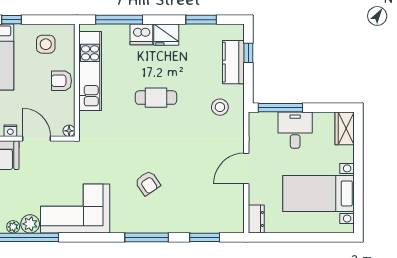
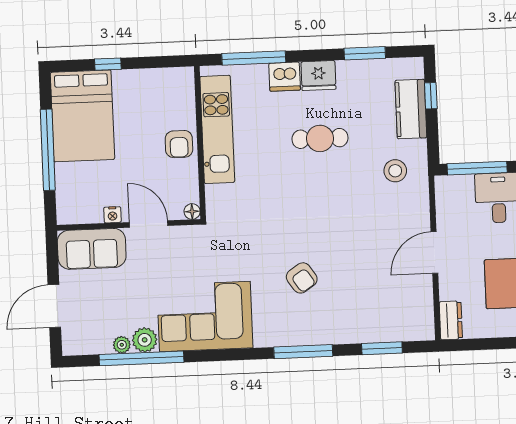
side table: (46, 44) -> (156, 95), removed
armchair: (61, 81) -> (179, 144), turned -90
cafe table: (156, 98) -> (320, 138), moved

